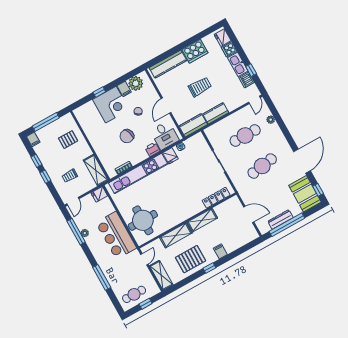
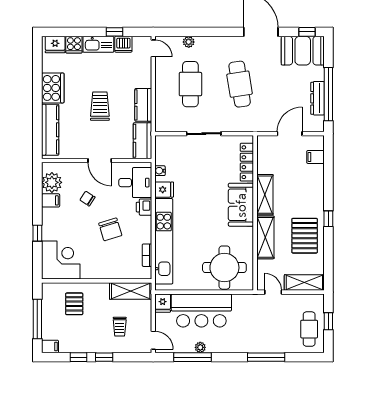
corner desk: (111, 105) -> (61, 260), moved
sofa: (188, 209) -> (241, 205), added
bar counter: (116, 235) -> (201, 311), moved
filing cabinet: (220, 251) -> (316, 157), moved

